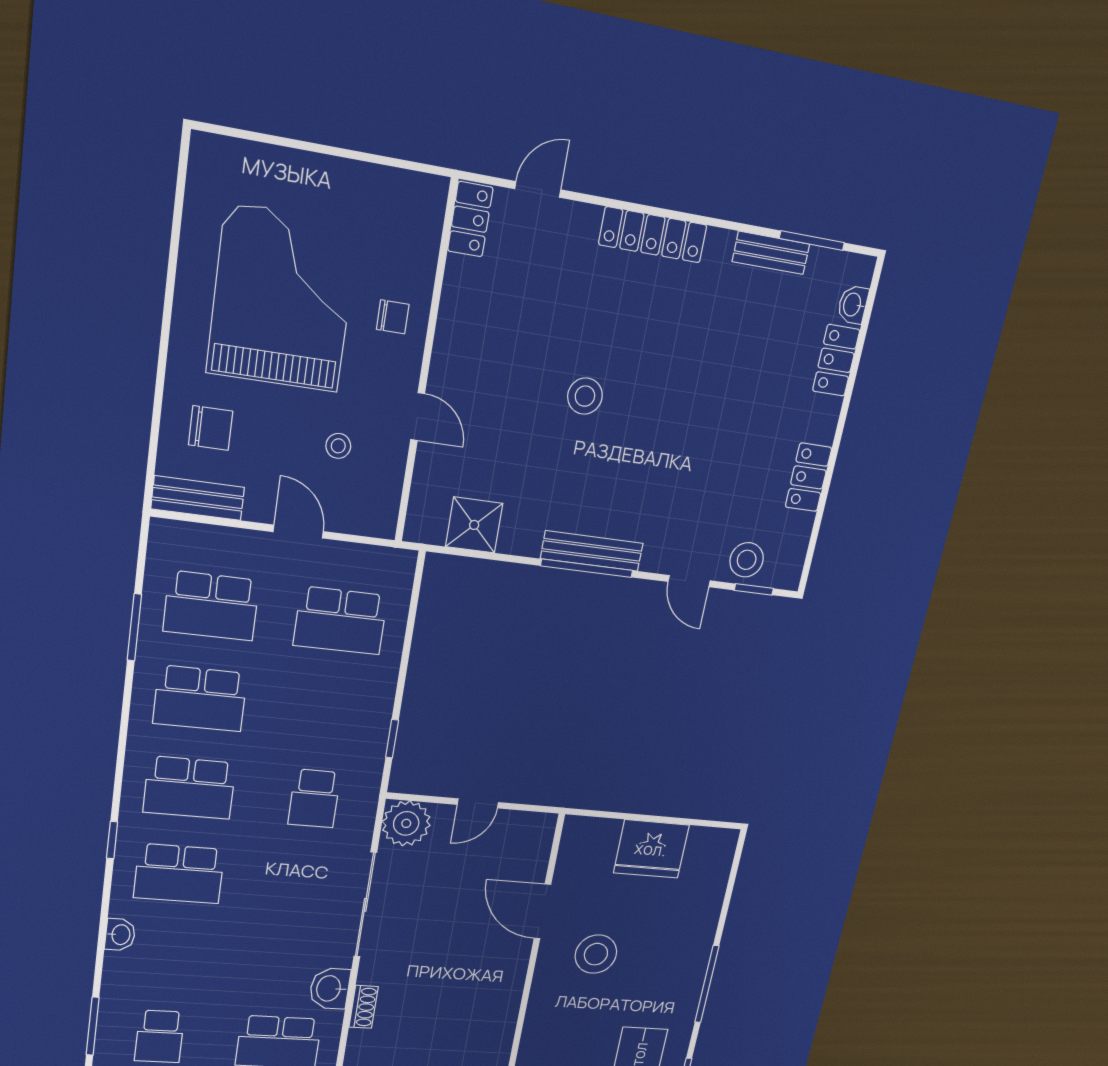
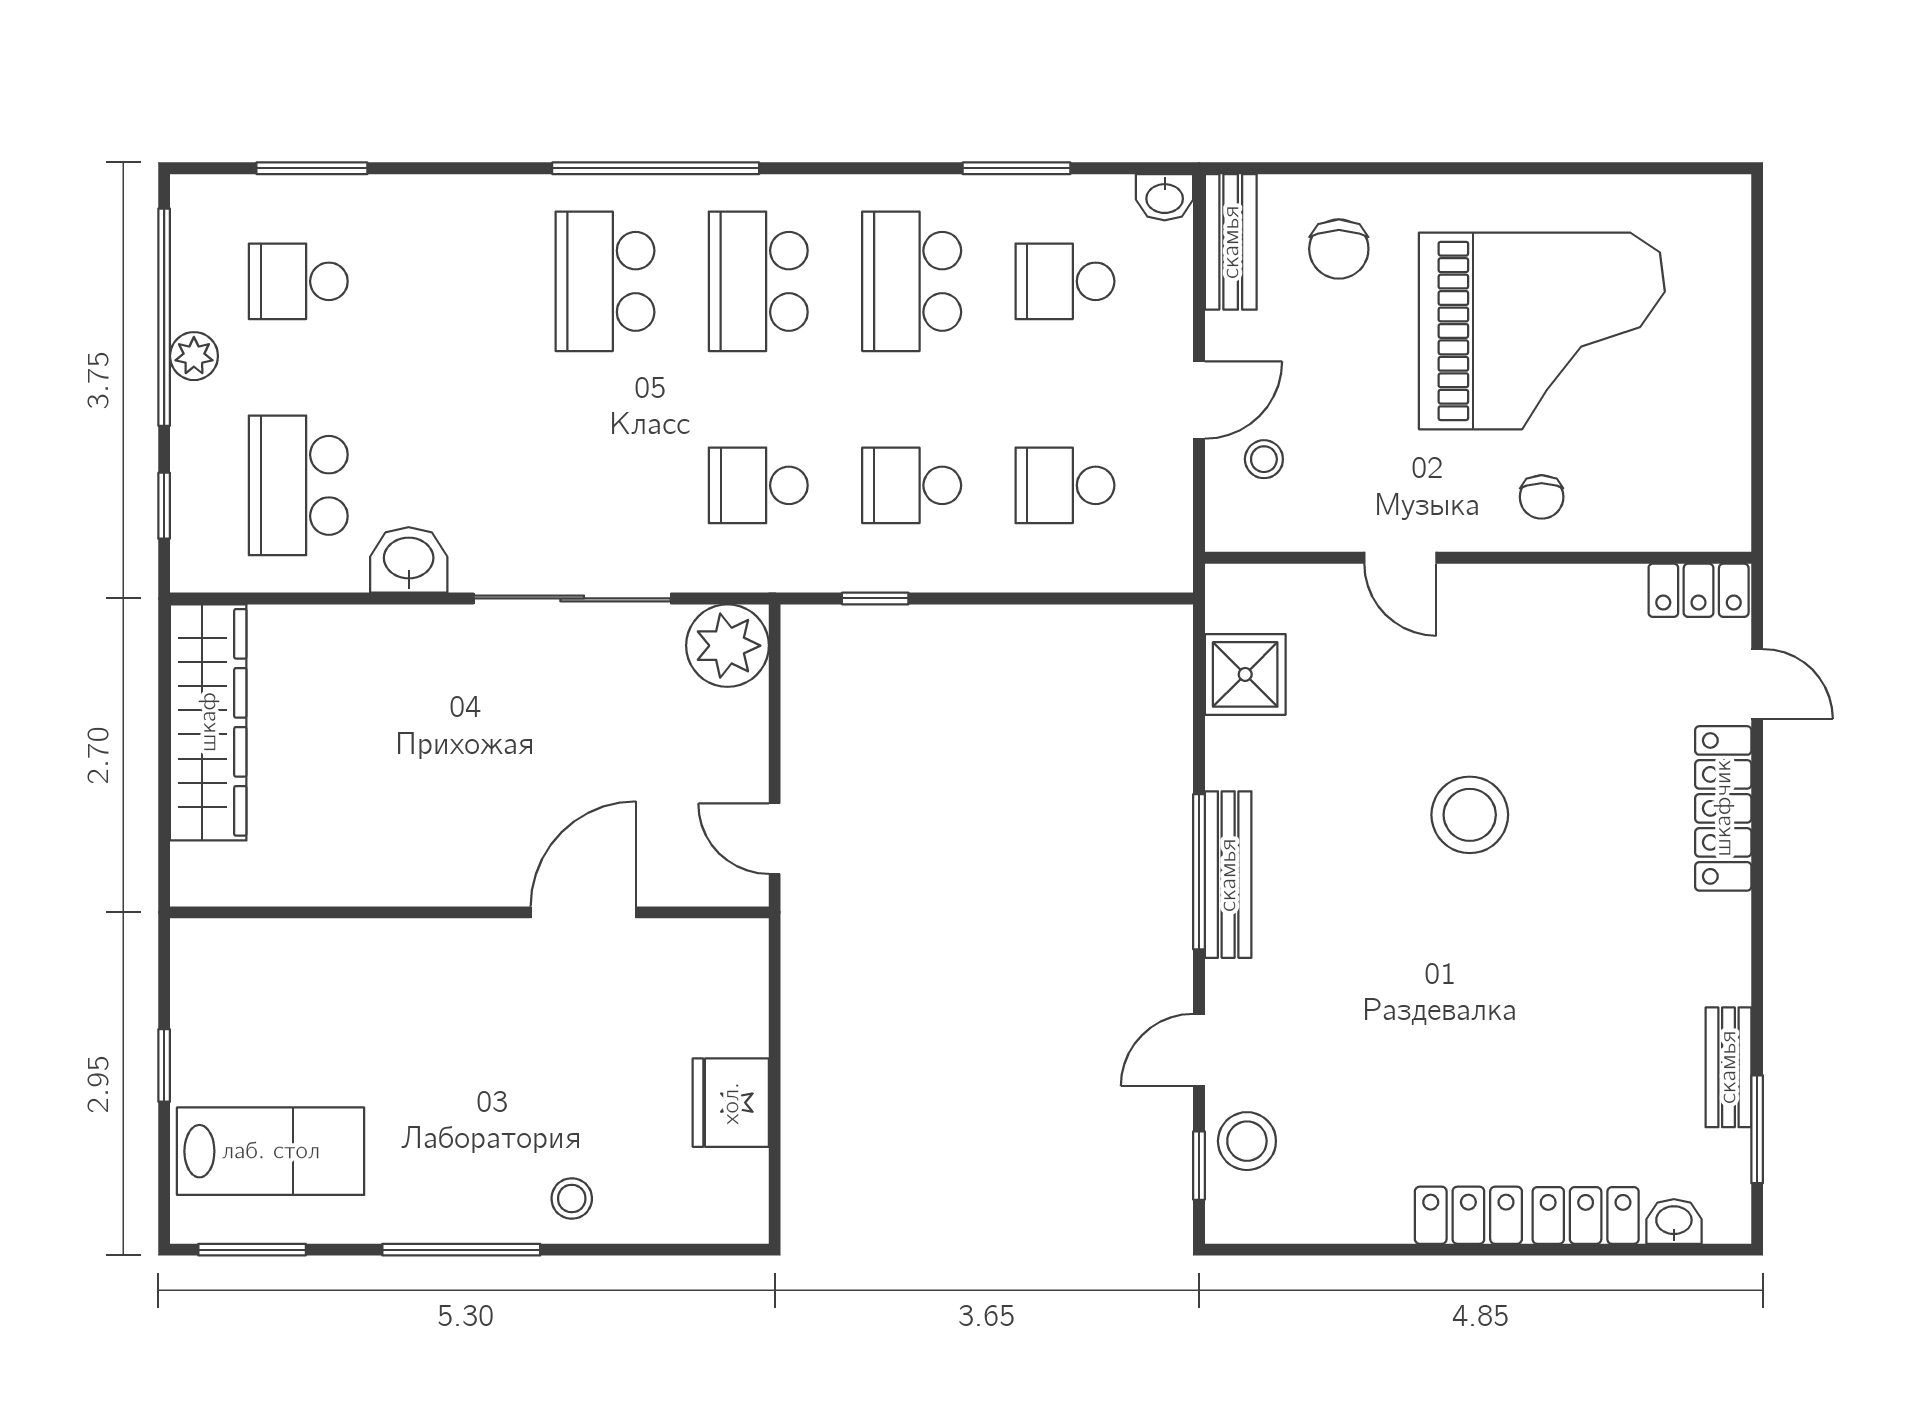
locker: (653, 235) -> (1723, 808), moved
stool: (585, 396) -> (1470, 815), width x1.38, depth x1.38
door: (418, 417) -> (1400, 558), hinge flipped
stool: (338, 446) -> (1264, 459), moved
locker: (808, 477) -> (1468, 1215), moved
school desk: (211, 606) -> (1065, 281), width x0.54
school desk: (340, 620) -> (1065, 485), width x0.54
school desk: (327, 711) -> (912, 485), added
door: (478, 803) -> (775, 839), moved
window: (112, 840) -> (656, 168), width x3.17
fridge: (651, 849) -> (731, 1103), width x0.73, depth x0.75
washbasin: (120, 935) -> (1165, 197), moved
stool: (596, 954) -> (572, 1198), moved, width x0.53, depth x0.53
shoe rack: (364, 1007) -> (376, 624), removed

